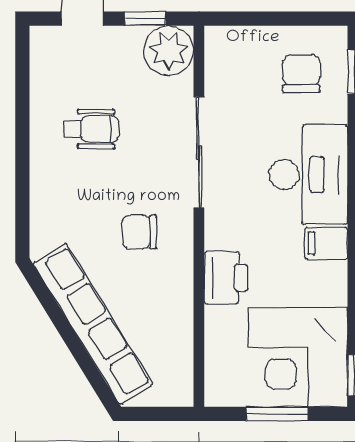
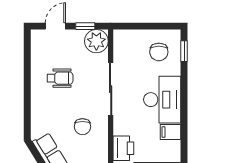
chair: (301, 74) -> (159, 52), turned 180
chair: (139, 232) -> (82, 127), turned -90

